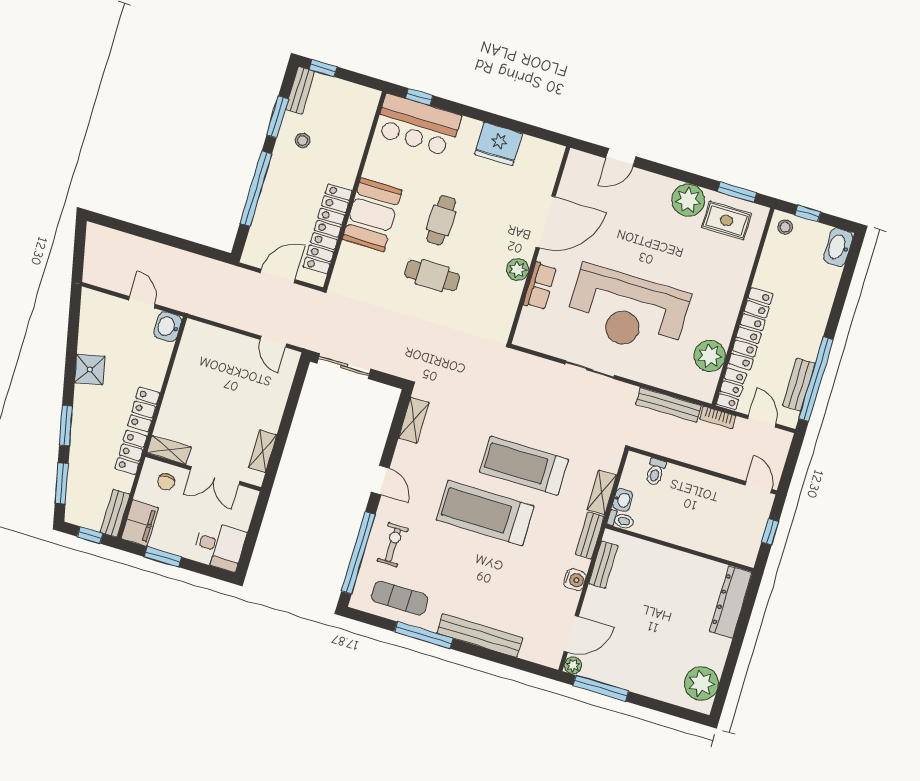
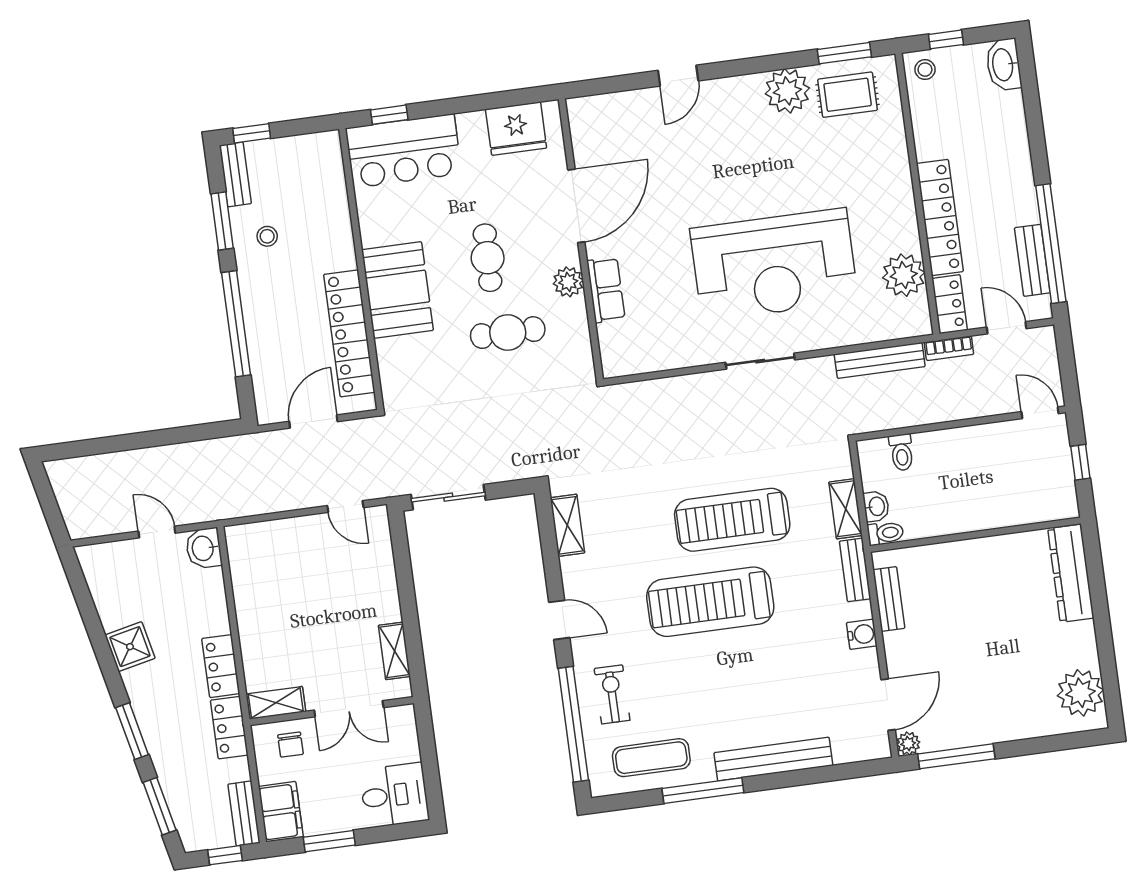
door: (546, 222) -> (576, 206), moved
wall: (539, 245) -> (581, 239), moved
plant: (518, 269) -> (568, 282), moved
row of seats: (540, 286) -> (606, 290), moved

